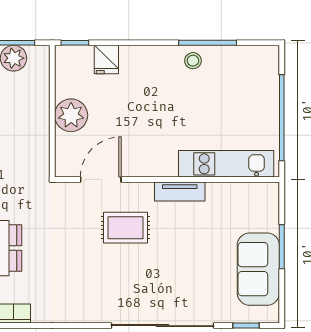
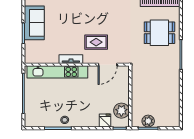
plant: (71, 115) -> (121, 111), moved
kitchen unit: (226, 164) -> (57, 72), width x1.36

